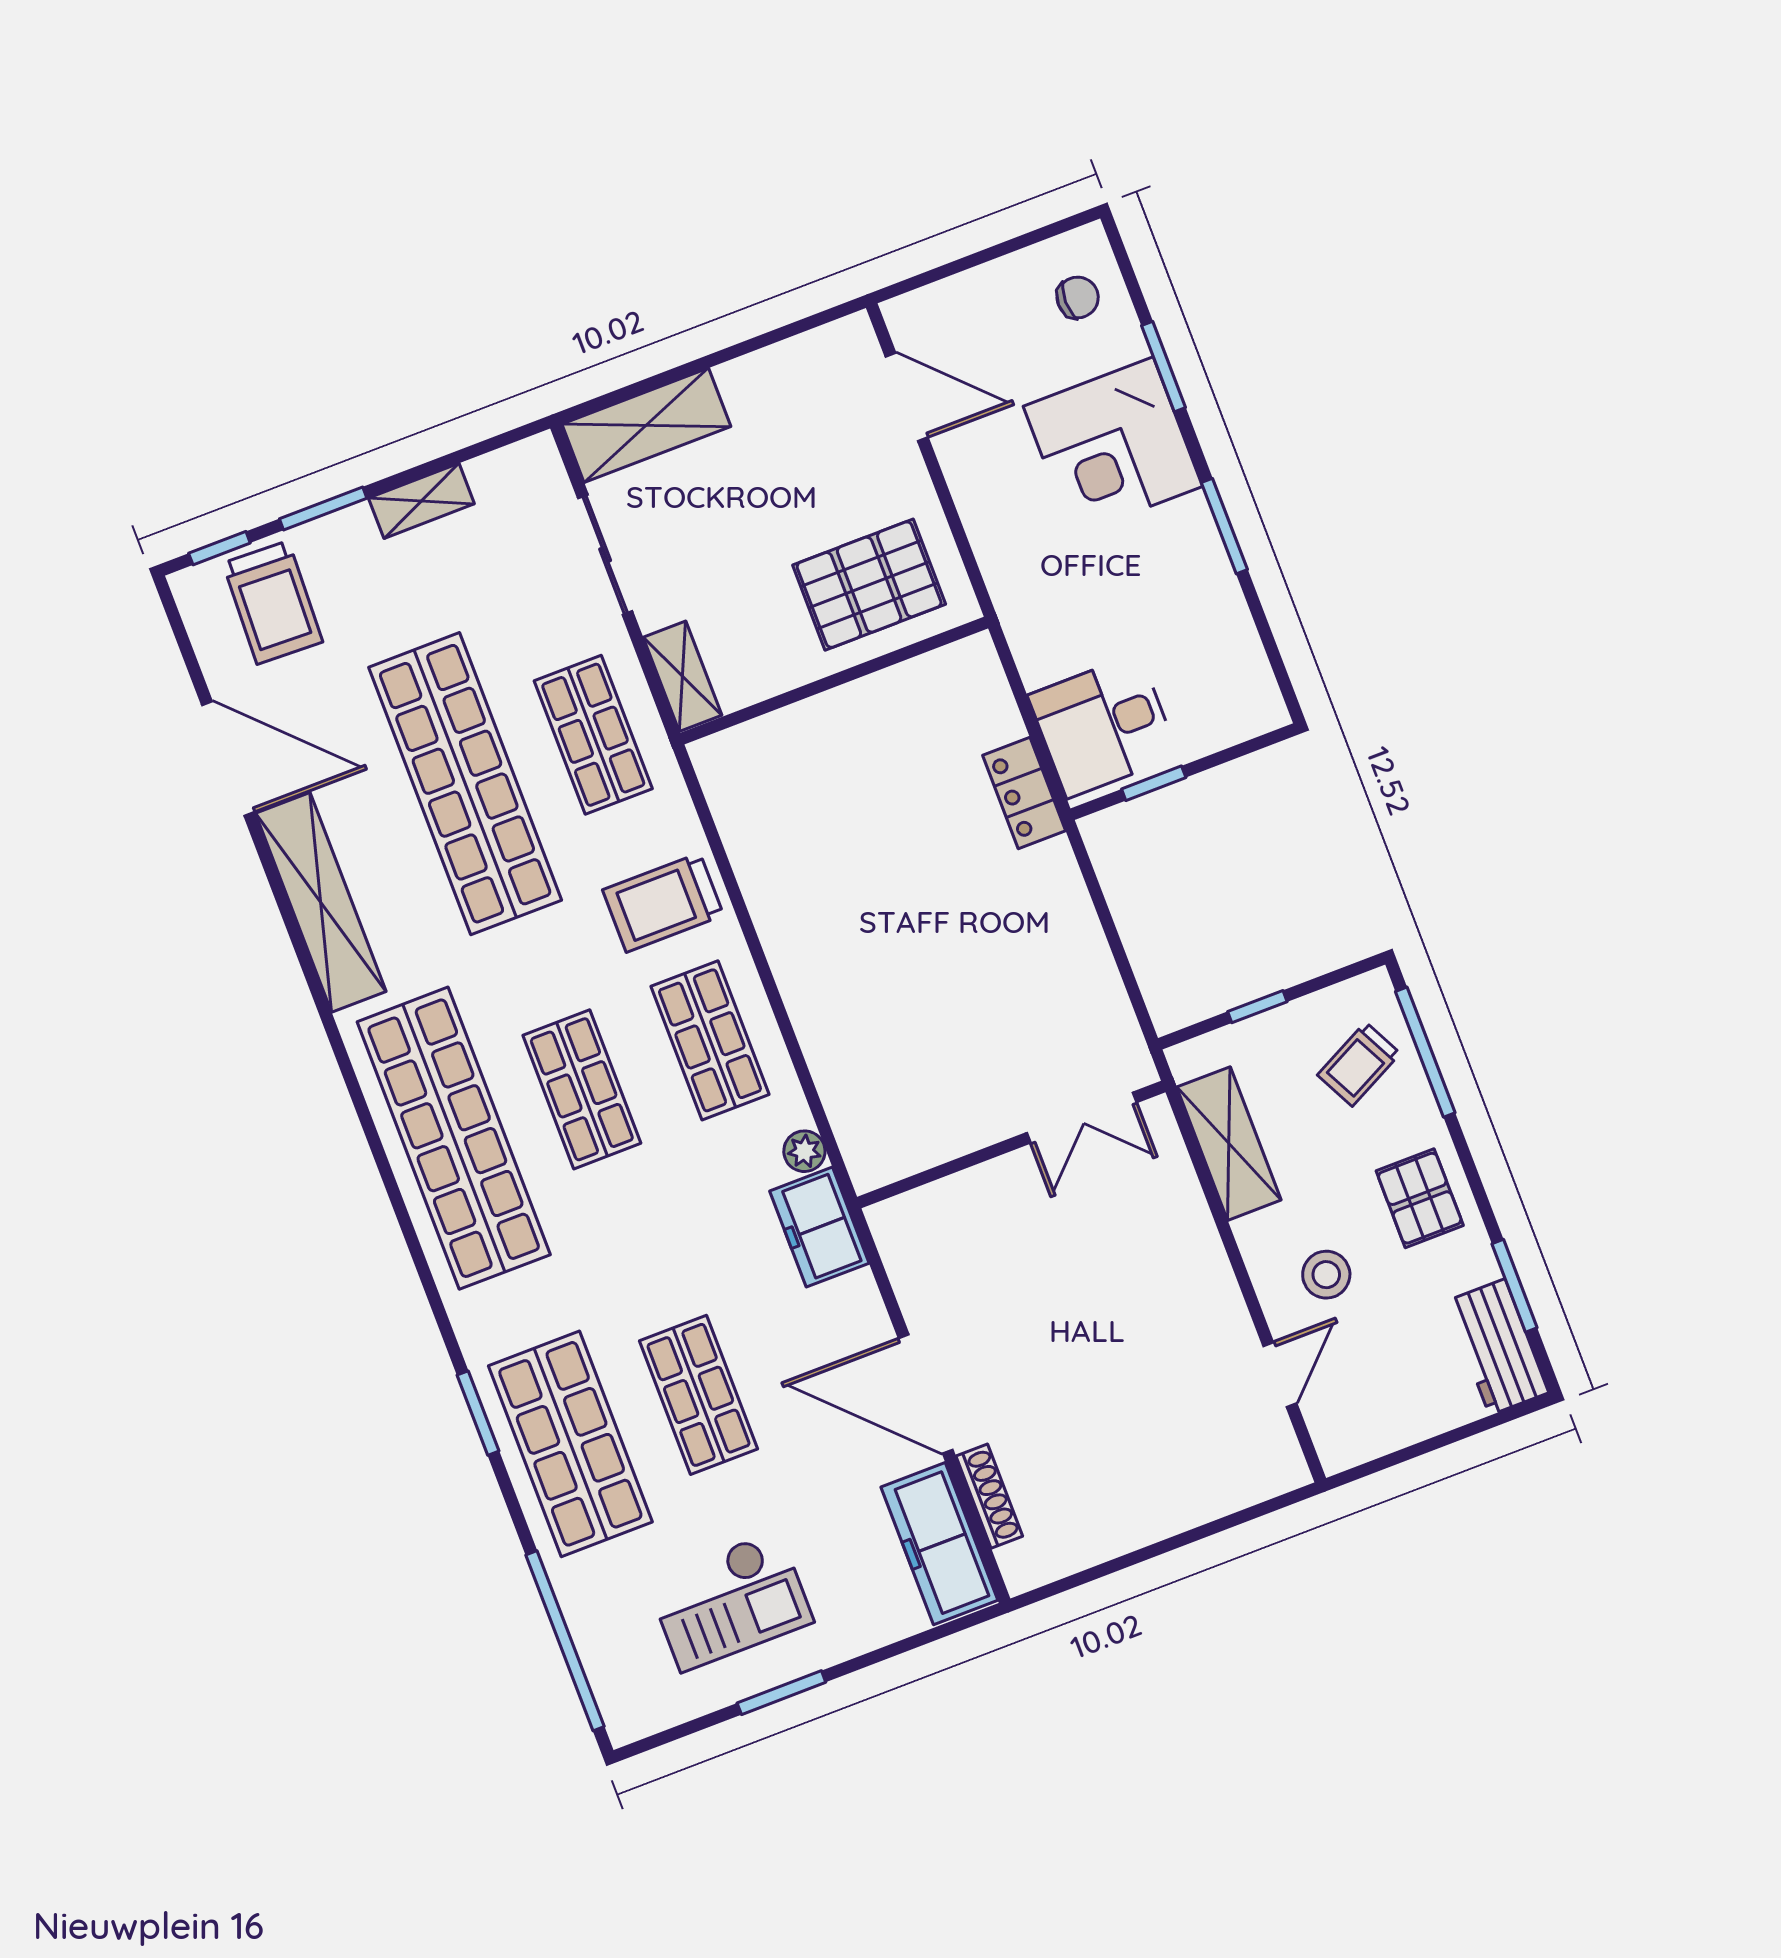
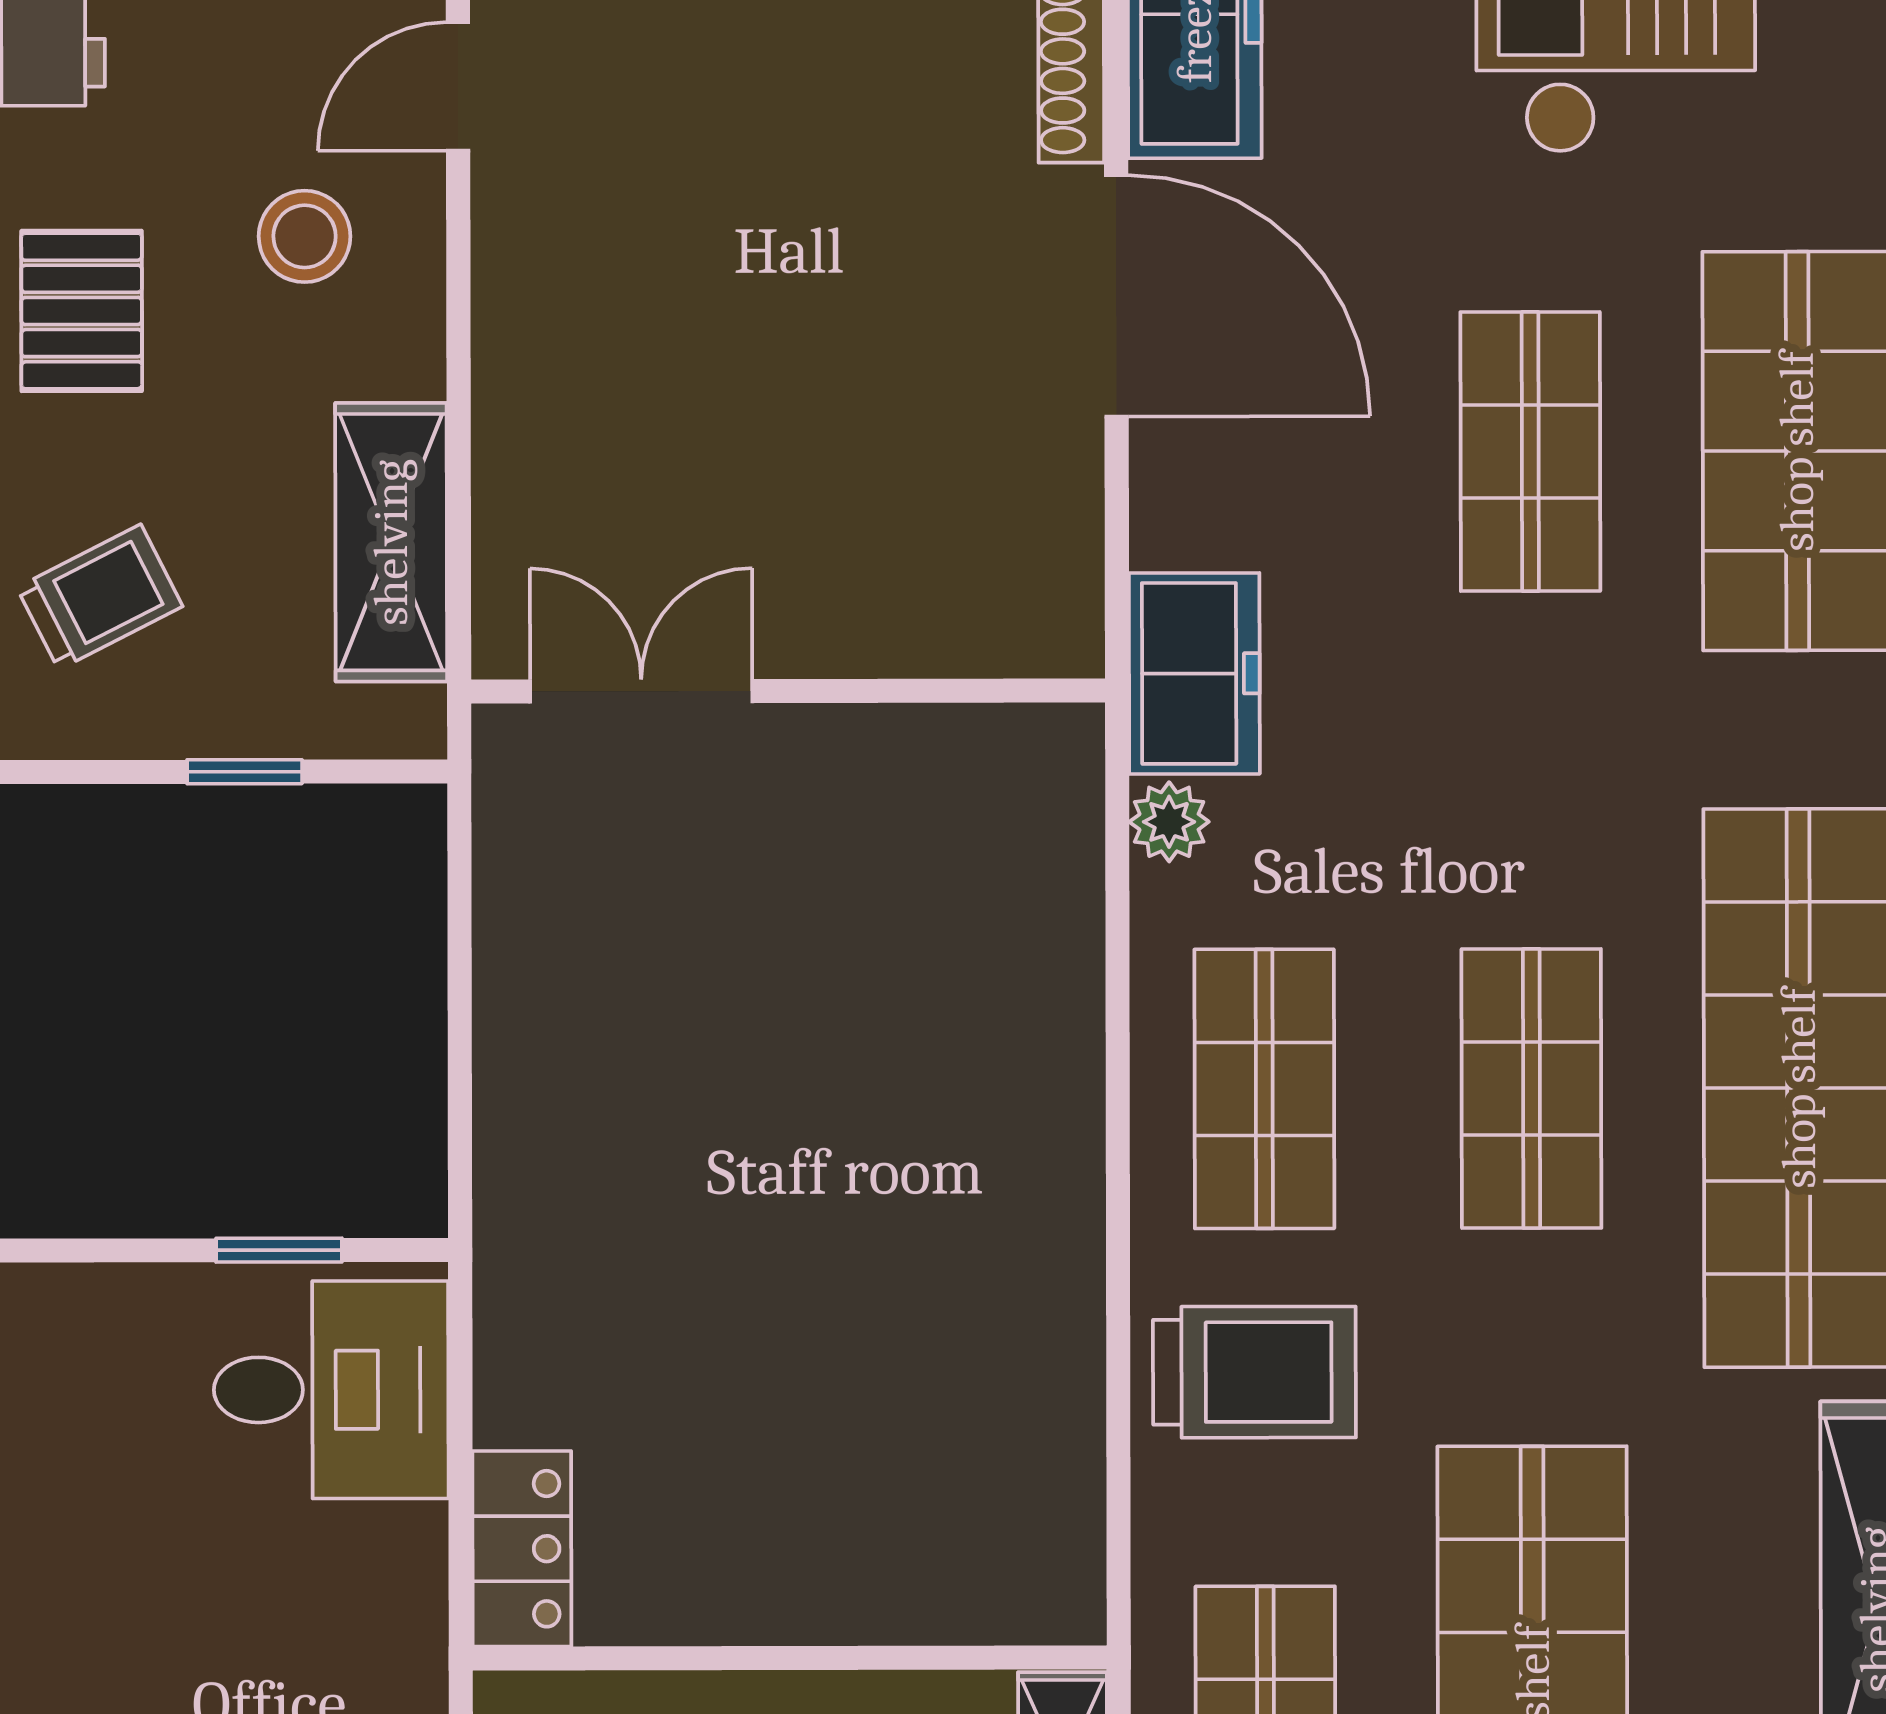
locker: (1024, 793) -> (522, 1549), moved

